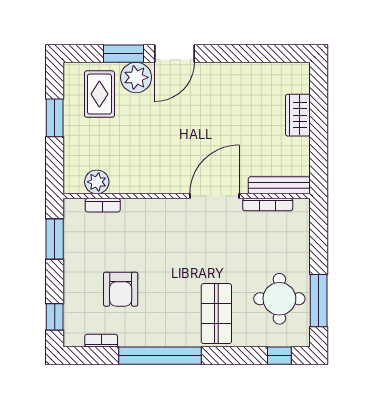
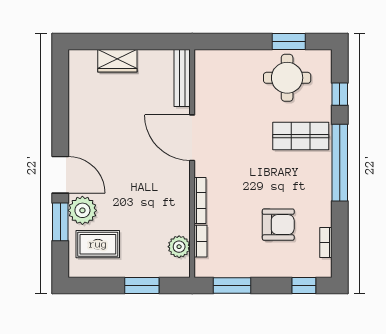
window: (55, 118) -> (142, 286), moved
bookcase: (268, 205) -> (200, 201), moved
window: (319, 301) -> (289, 42), width x0.69
window: (160, 356) -> (340, 163), moved
window: (279, 356) -> (340, 94), moved

